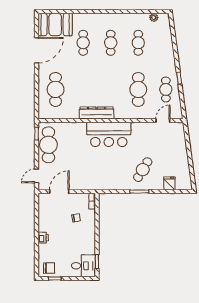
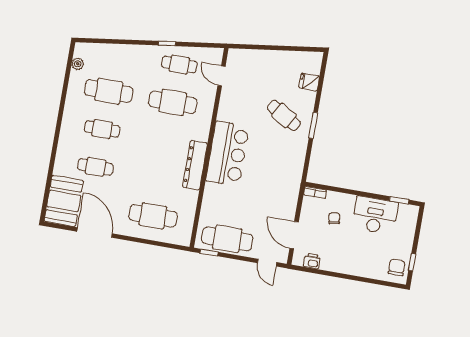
cafe table: (138, 43) -> (109, 91), width x1.37, depth x1.35
printer: (43, 238) -> (312, 261), moved
desk: (83, 266) -> (375, 215), moved, width x1.37

